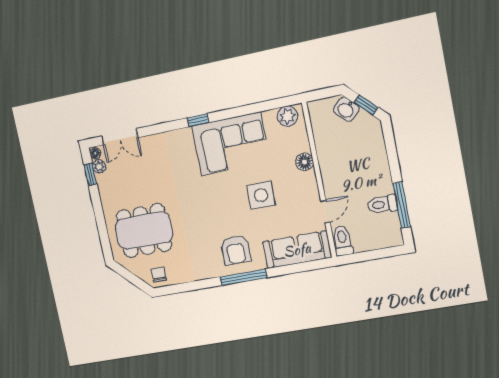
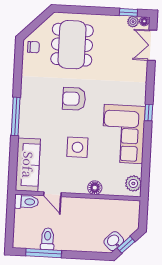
washbasin: (346, 109) -> (114, 241), moved
armchair: (236, 250) -> (74, 99), moved

